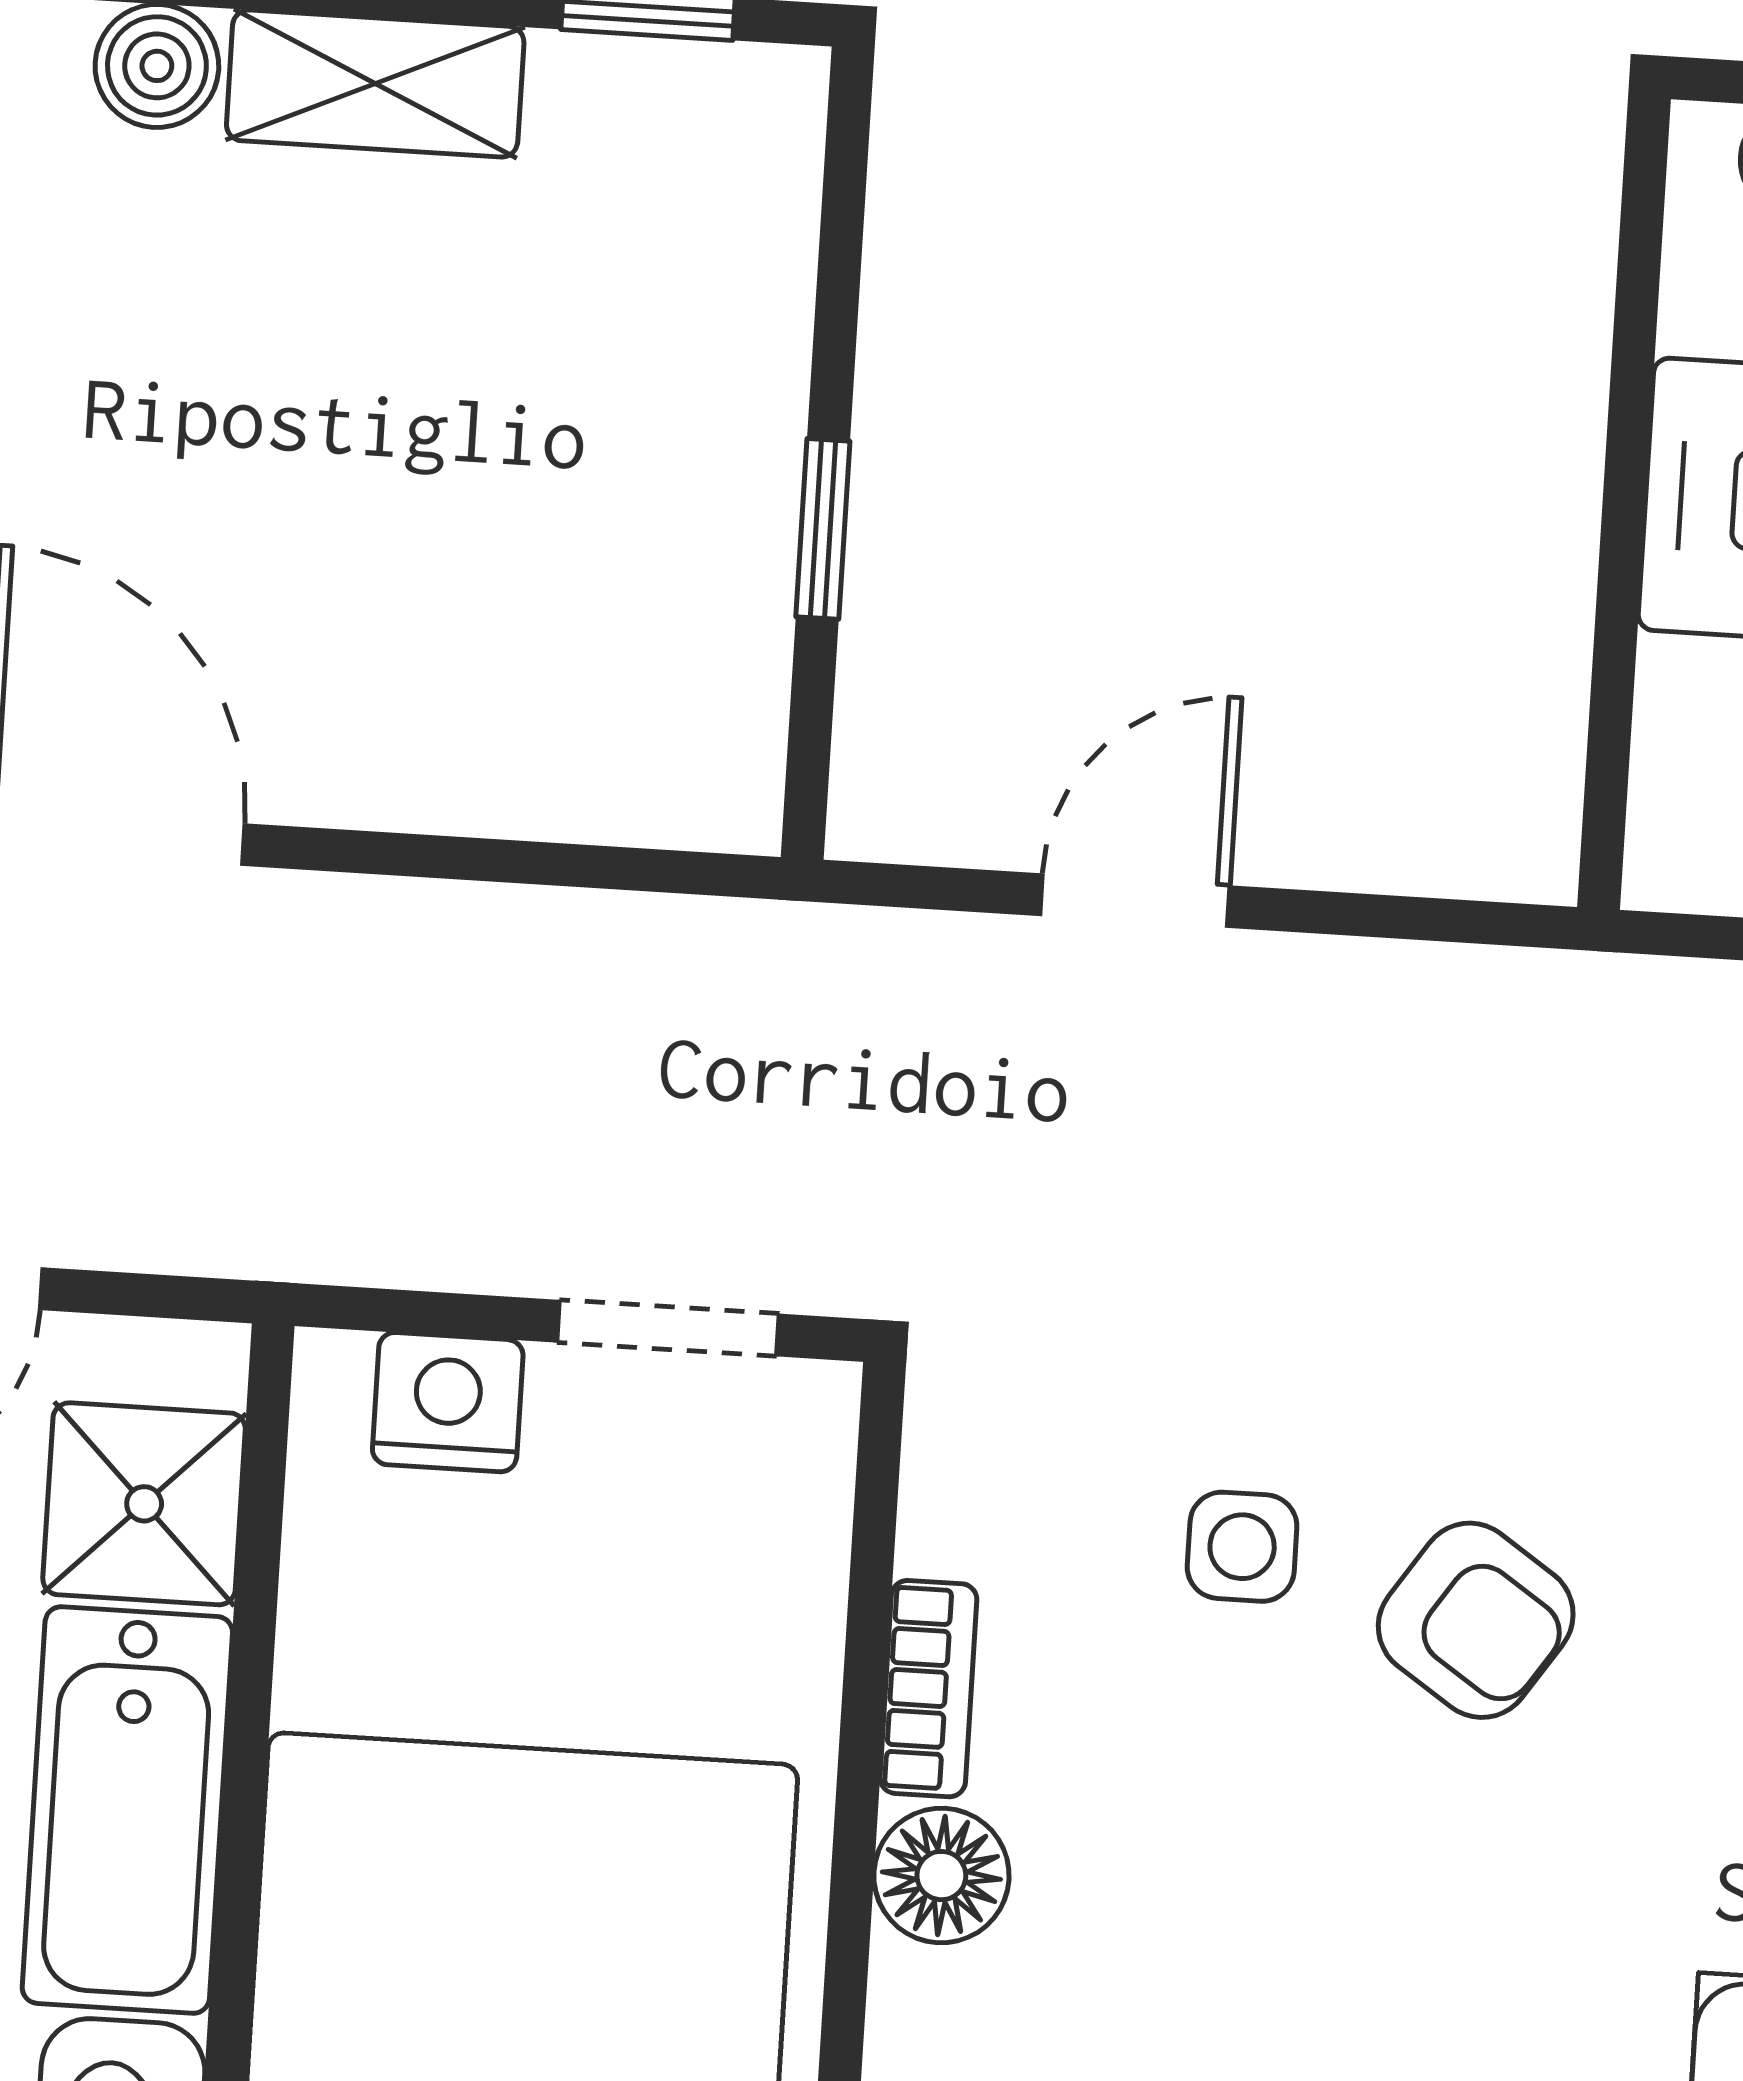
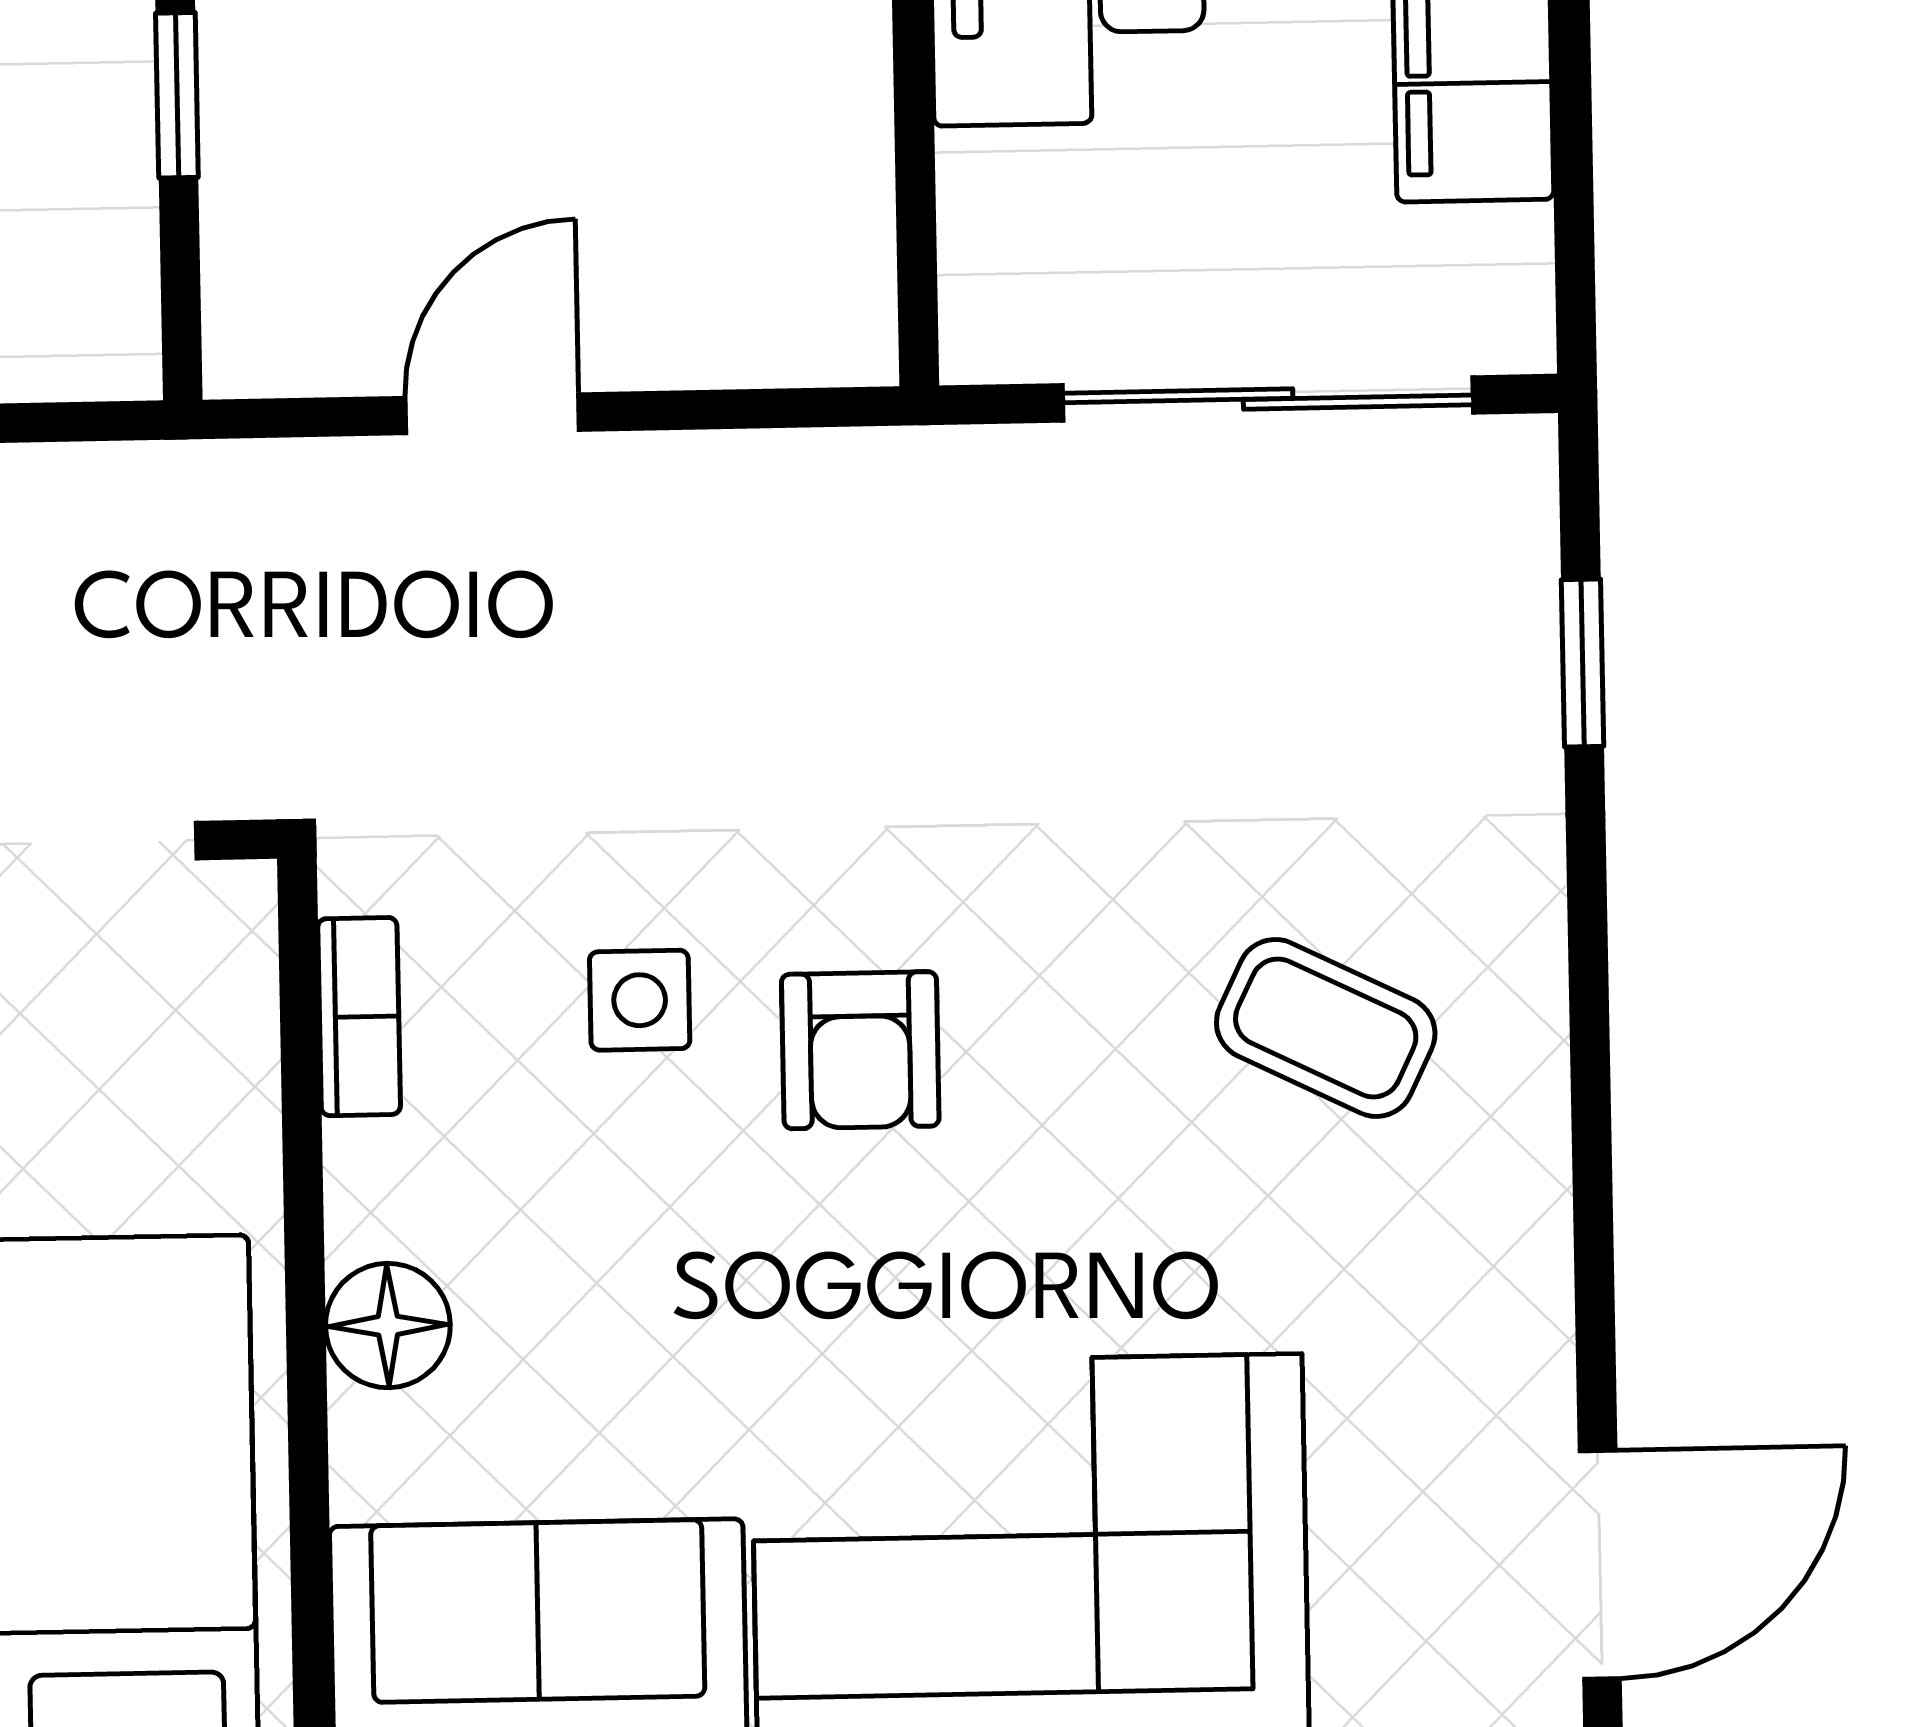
armchair: (1476, 1620) -> (860, 1050), turned 56
bookcase: (928, 1689) -> (359, 1017), moved

